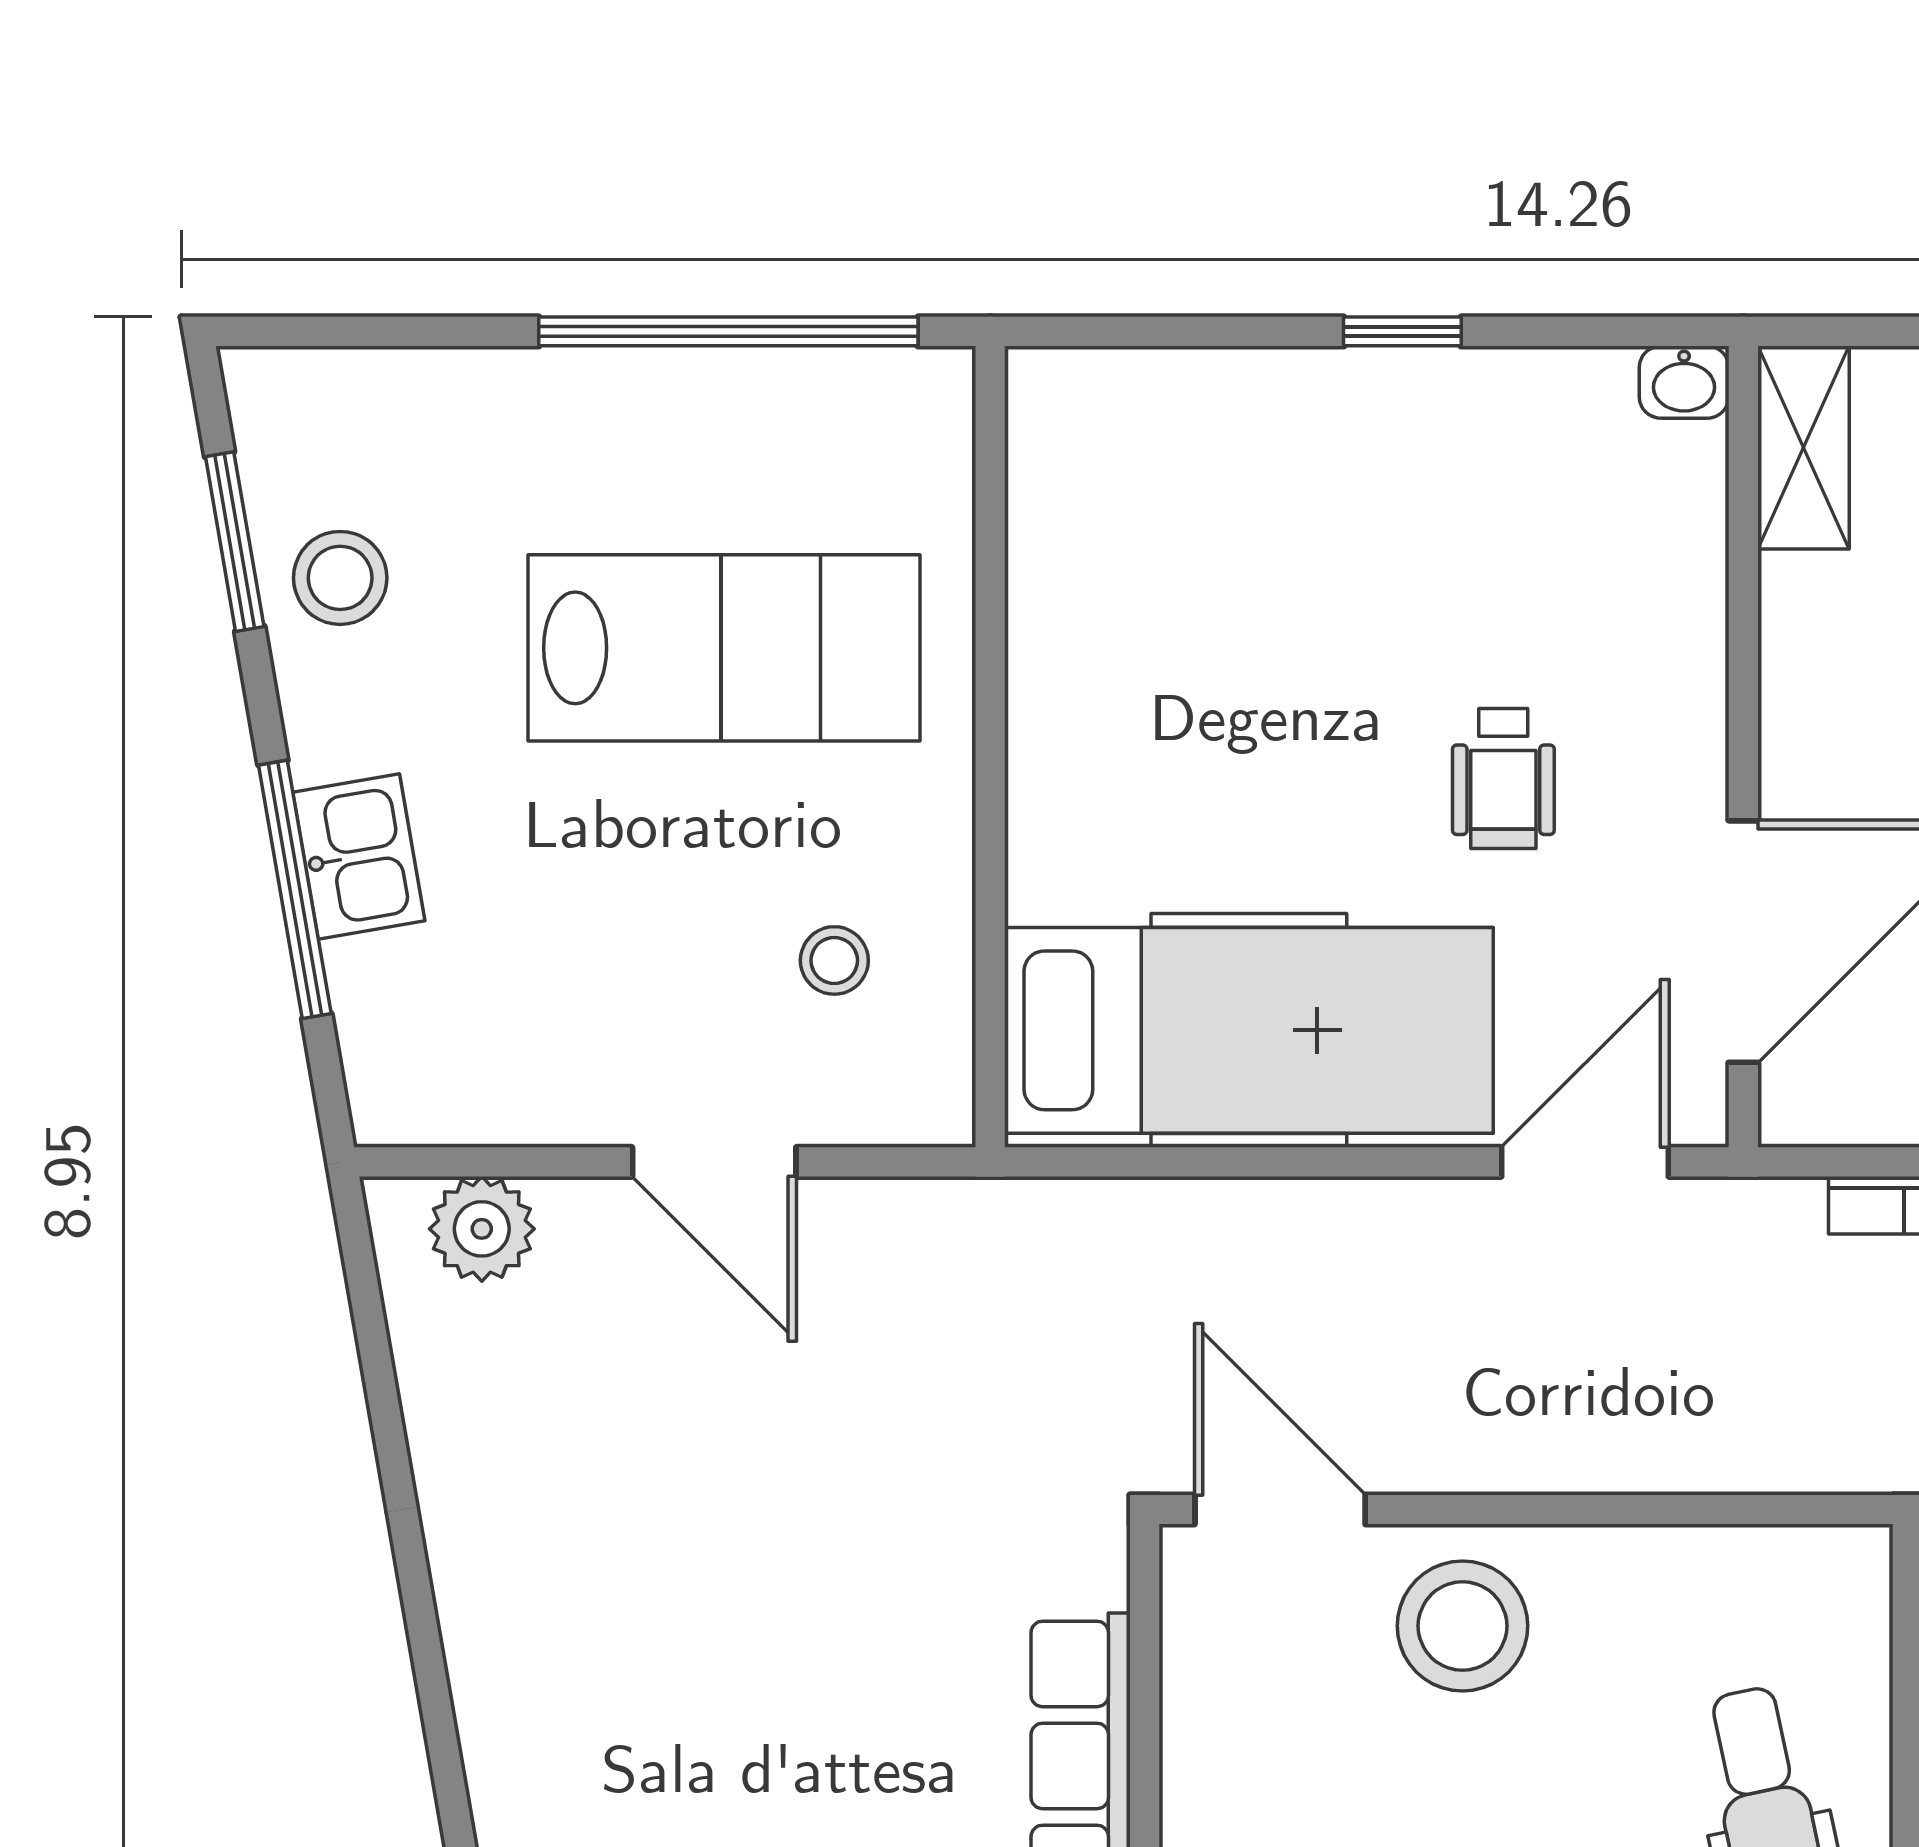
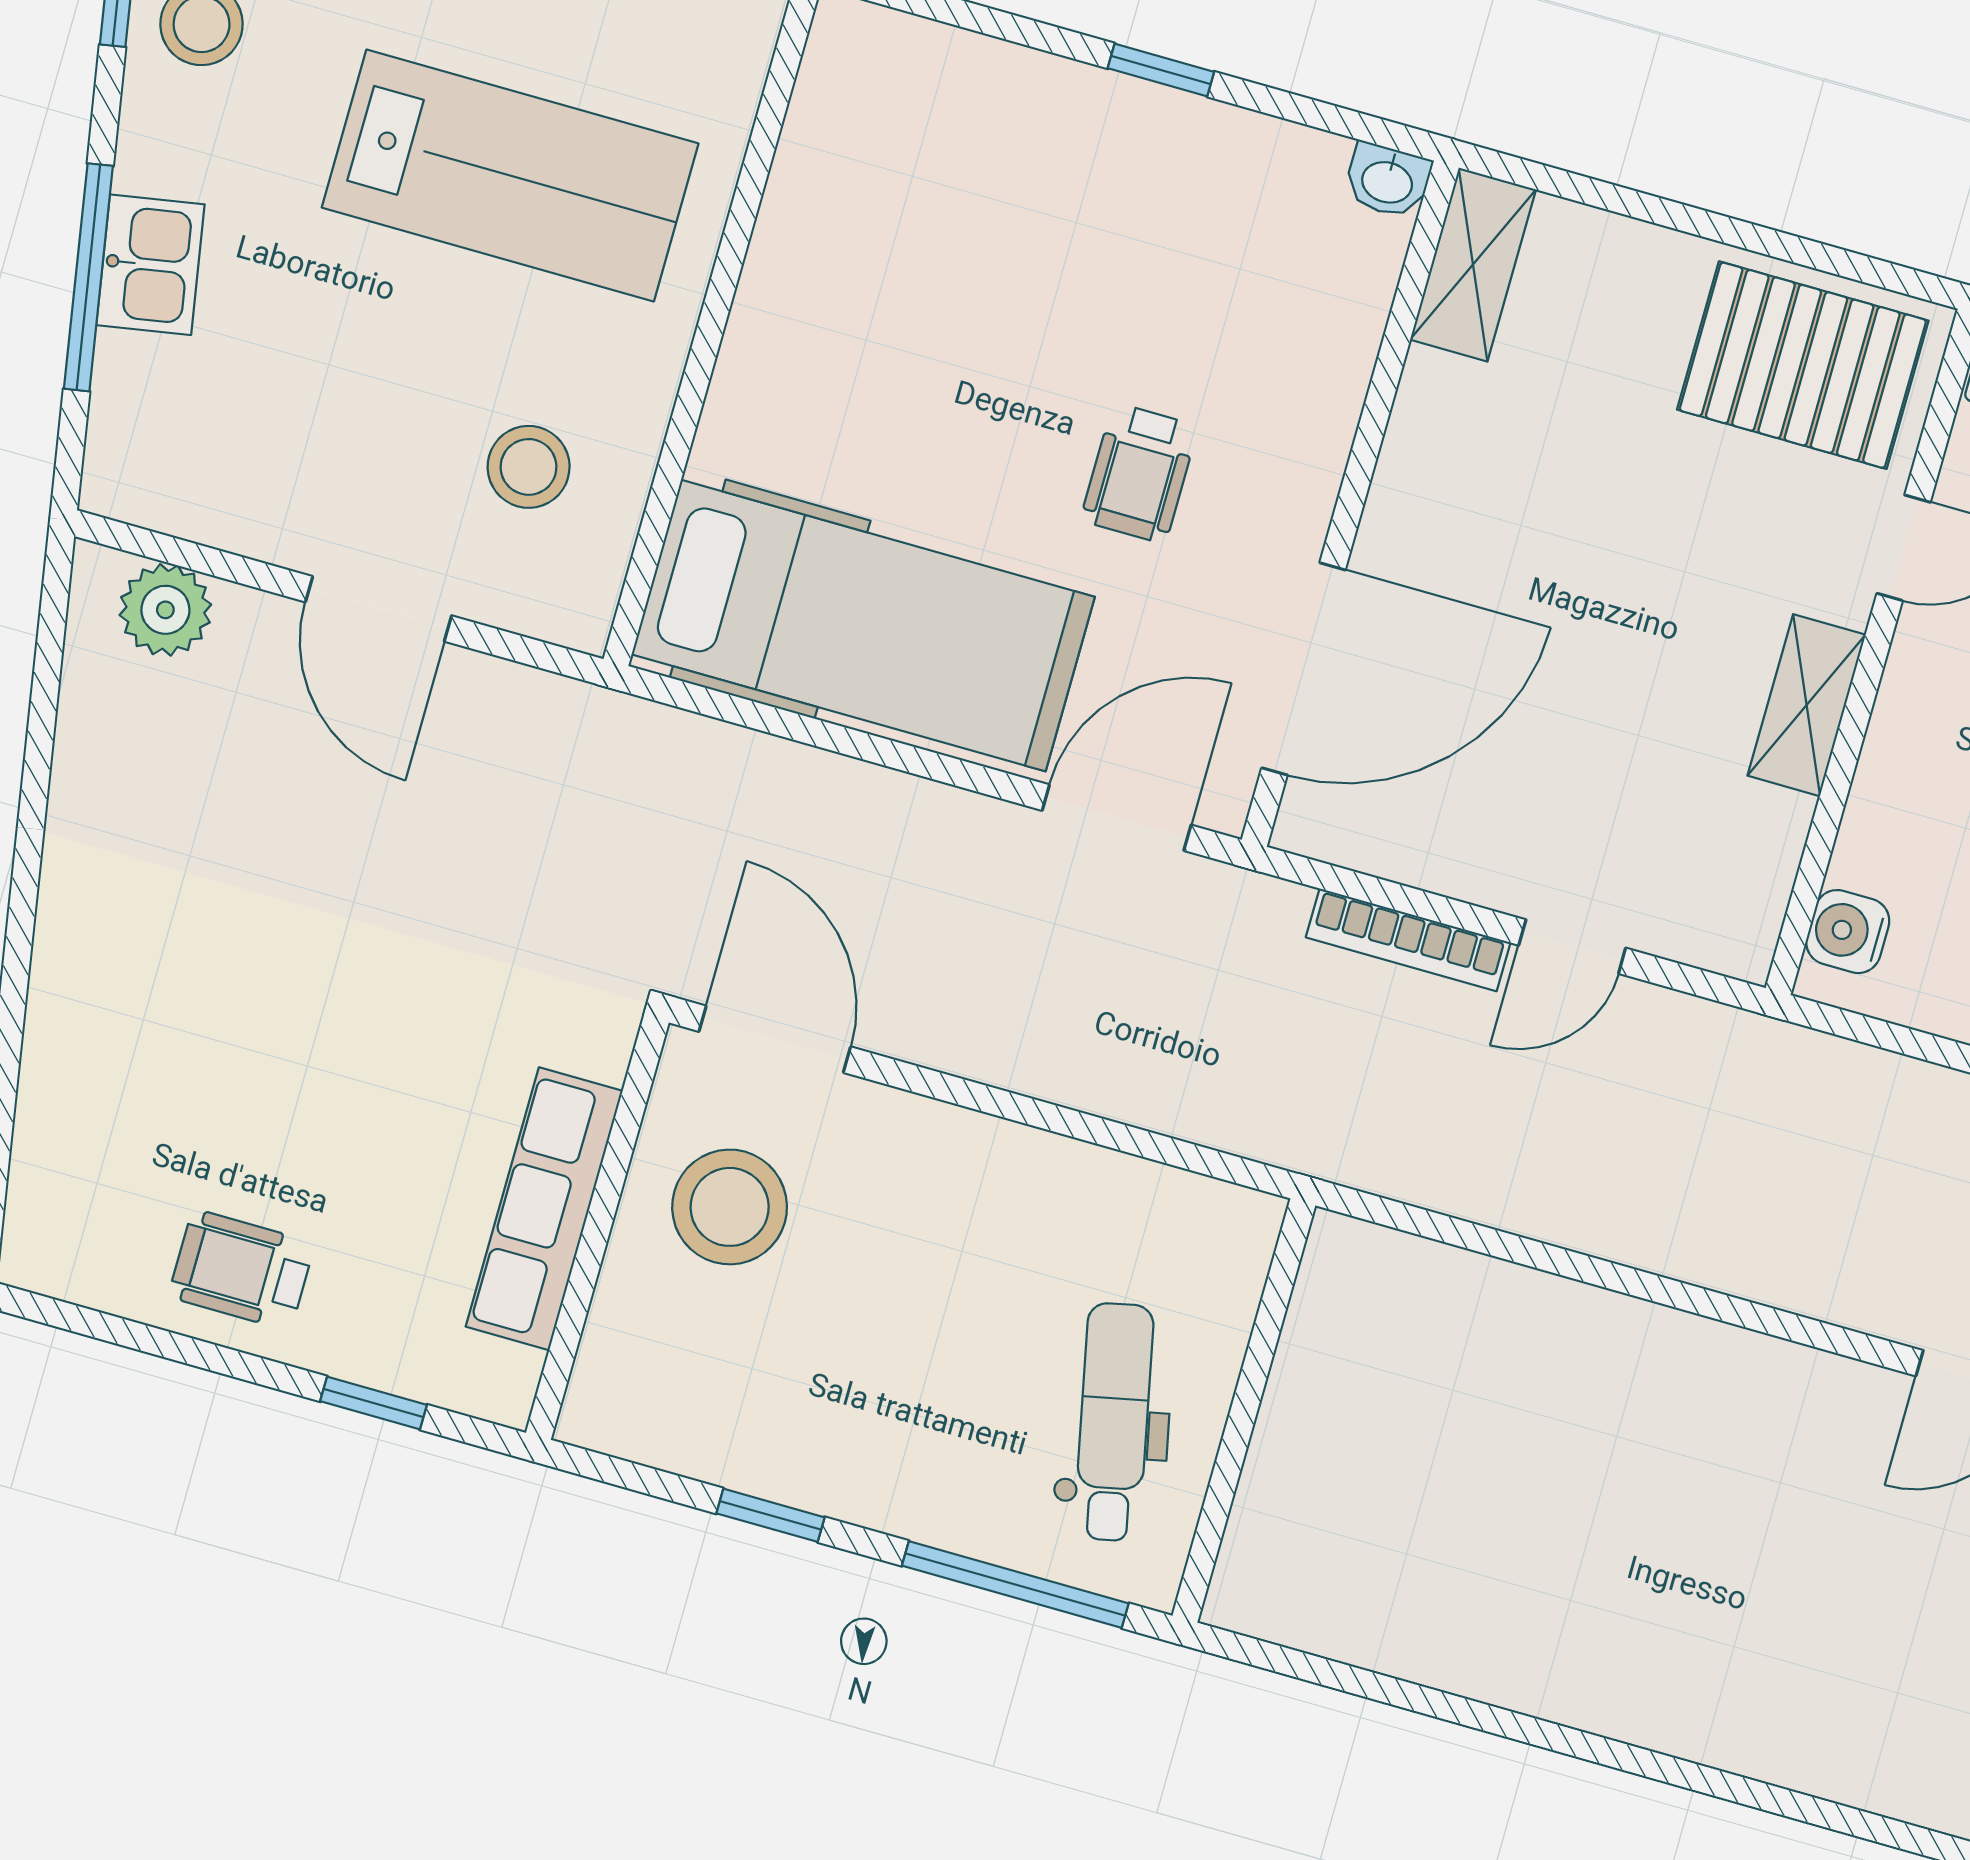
stool: (834, 960) -> (529, 467), width x1.37, depth x1.37
stool: (1463, 1626) -> (730, 1207), moved

